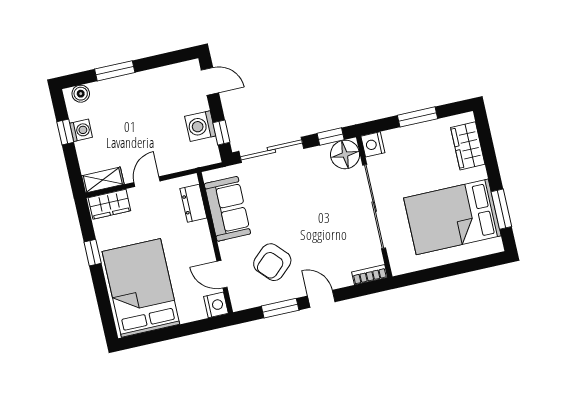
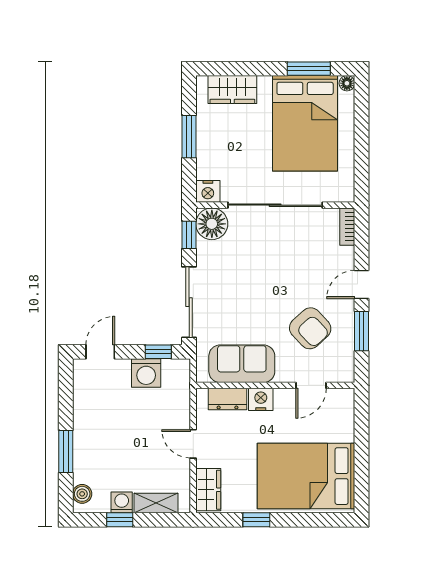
shelving: (103, 180) -> (156, 503), moved, turned 90
floor lamp: (496, 246) -> (347, 83), added
nightstand: (216, 305) -> (261, 399), moved

